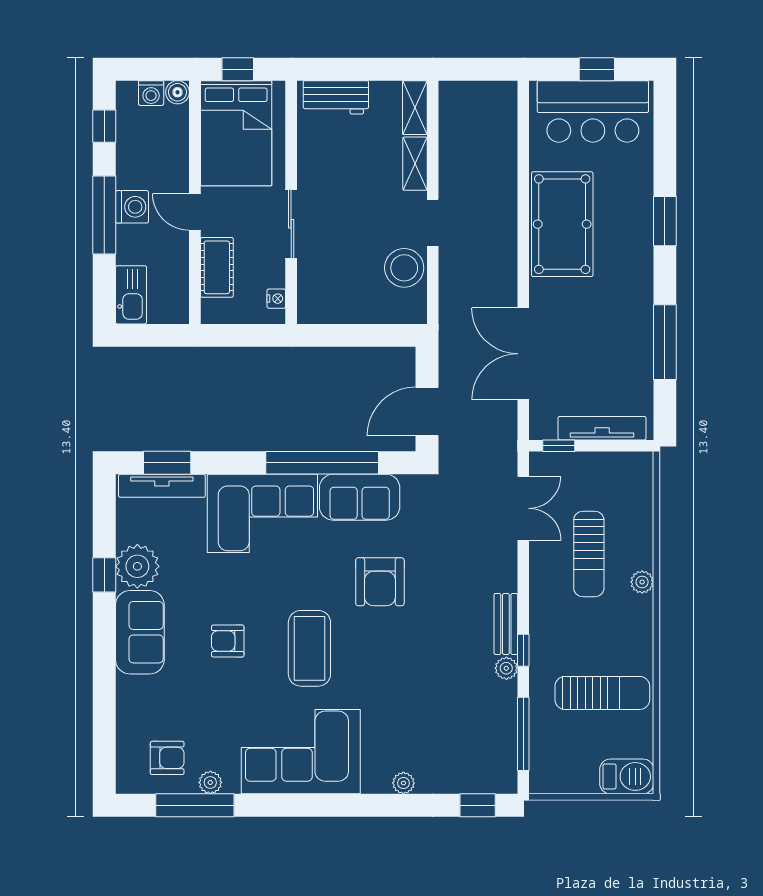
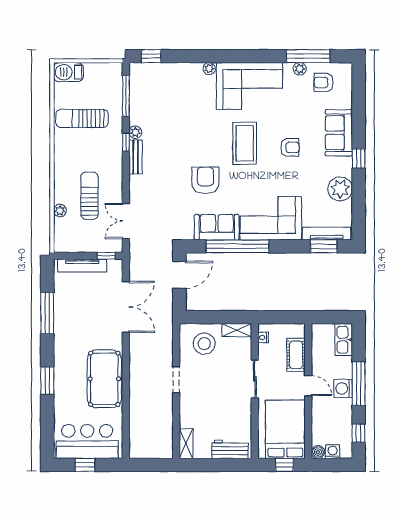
shelving: (415, 164) -> (237, 330), moved, turned 90
stool: (404, 268) -> (204, 344), moved
window: (104, 575) -> (359, 159), moved
plant: (642, 582) -> (60, 211), moved
sofa: (140, 632) -> (339, 133), moved
plant: (403, 783) -> (209, 69), moved

